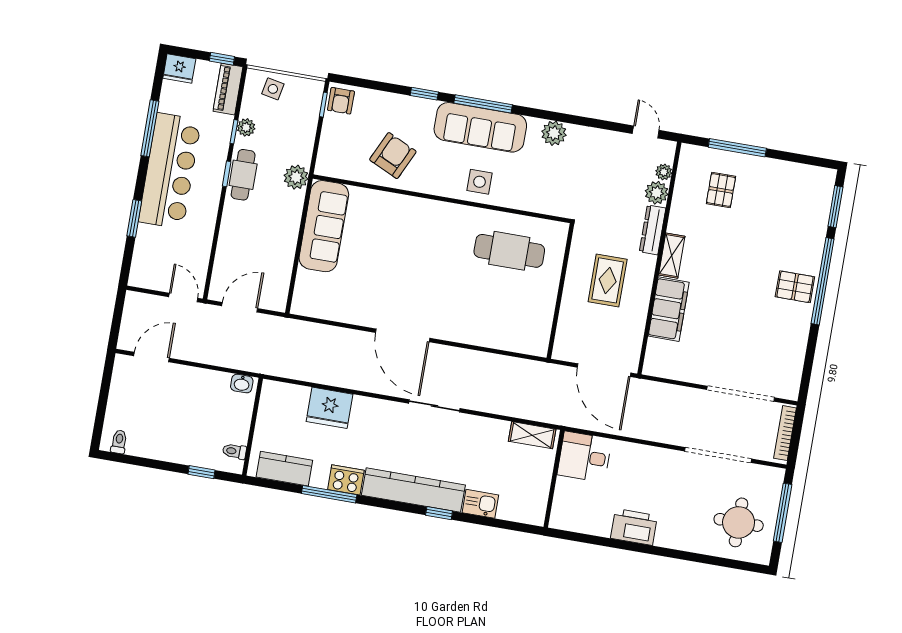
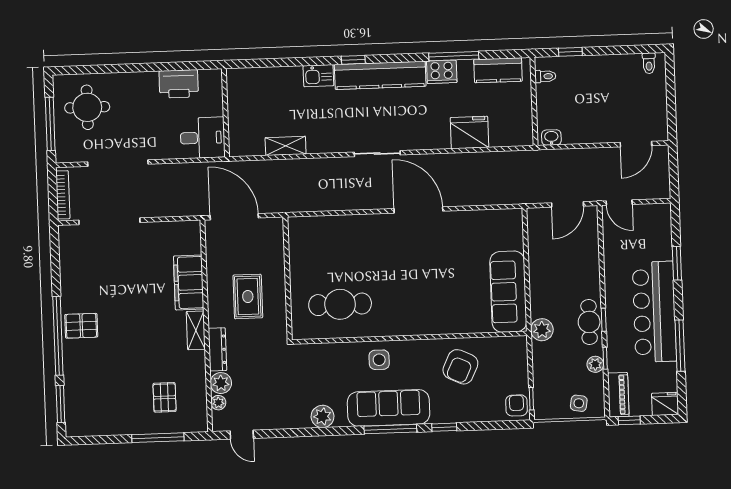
desk: (585, 457) -> (203, 138), moved
wall: (554, 479) -> (225, 113), moved

